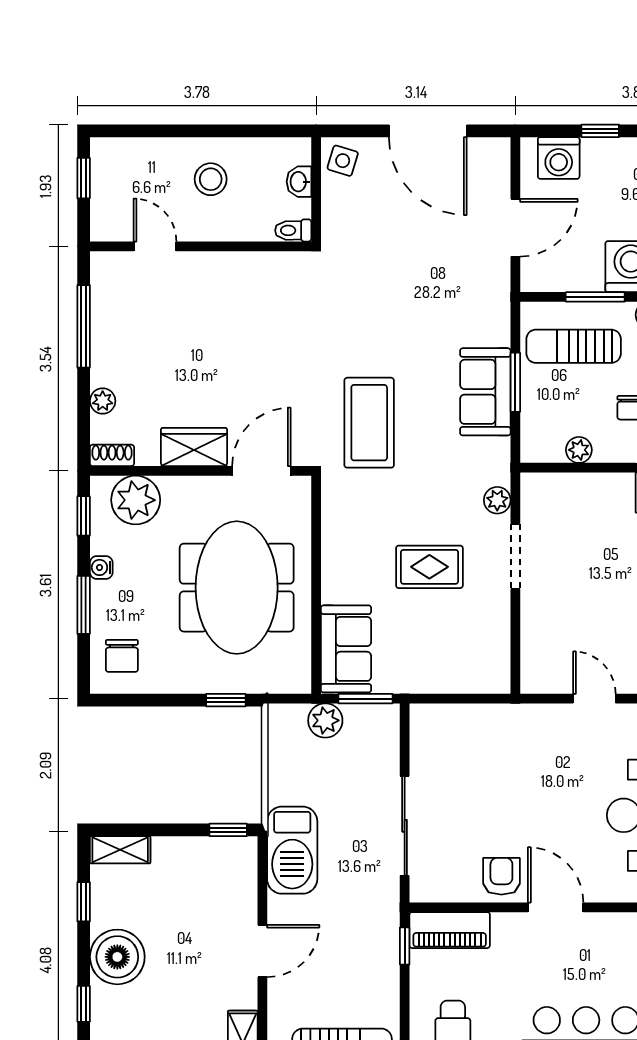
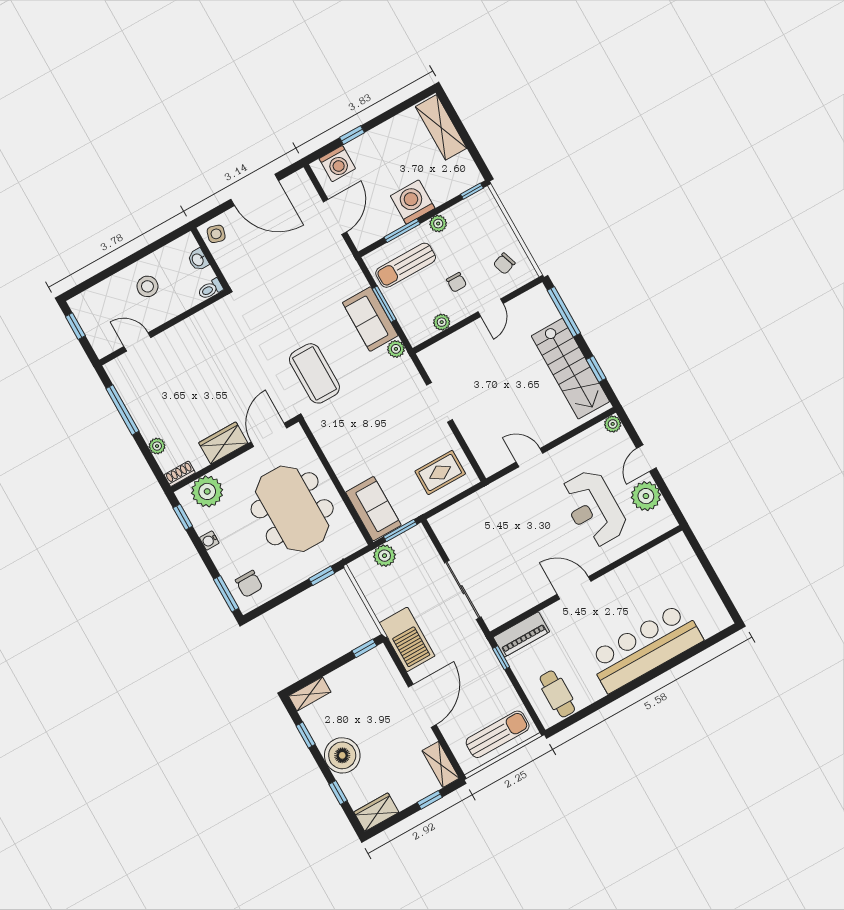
plant: (497, 500) -> (396, 349), moved
rug: (429, 567) -> (440, 472), moved
window: (84, 605) -> (226, 594), moved
armchair: (501, 876) -> (534, 588), removed
door: (262, 951) -> (422, 706), width x1.36

